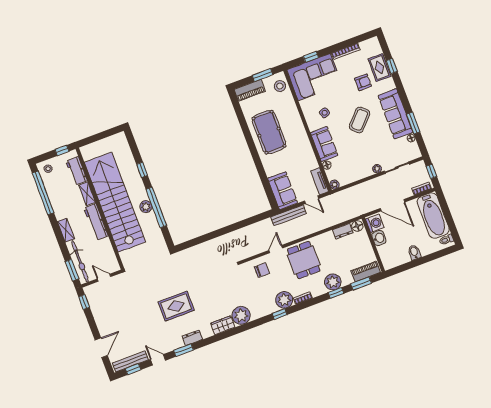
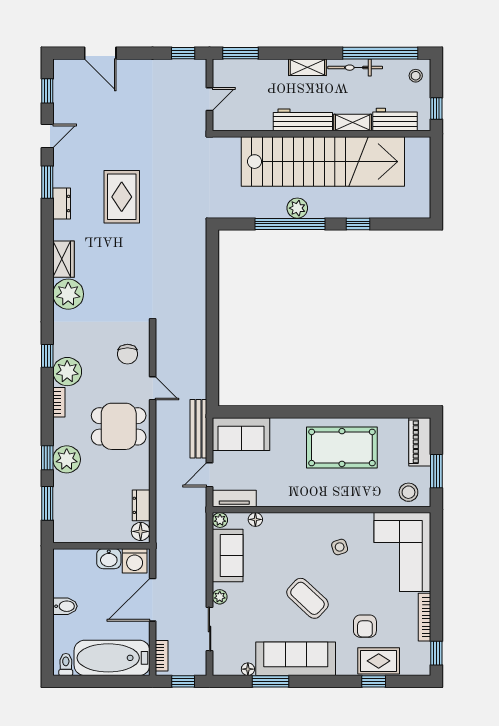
window: (311, 57) -> (436, 653), moved
sofa: (324, 144) -> (228, 555), moved, turned -90
bicycle: (80, 261) -> (355, 68), moved, width x0.73, depth x0.71
piano: (366, 272) -> (63, 518), removed
bench: (130, 361) -> (61, 91), removed

